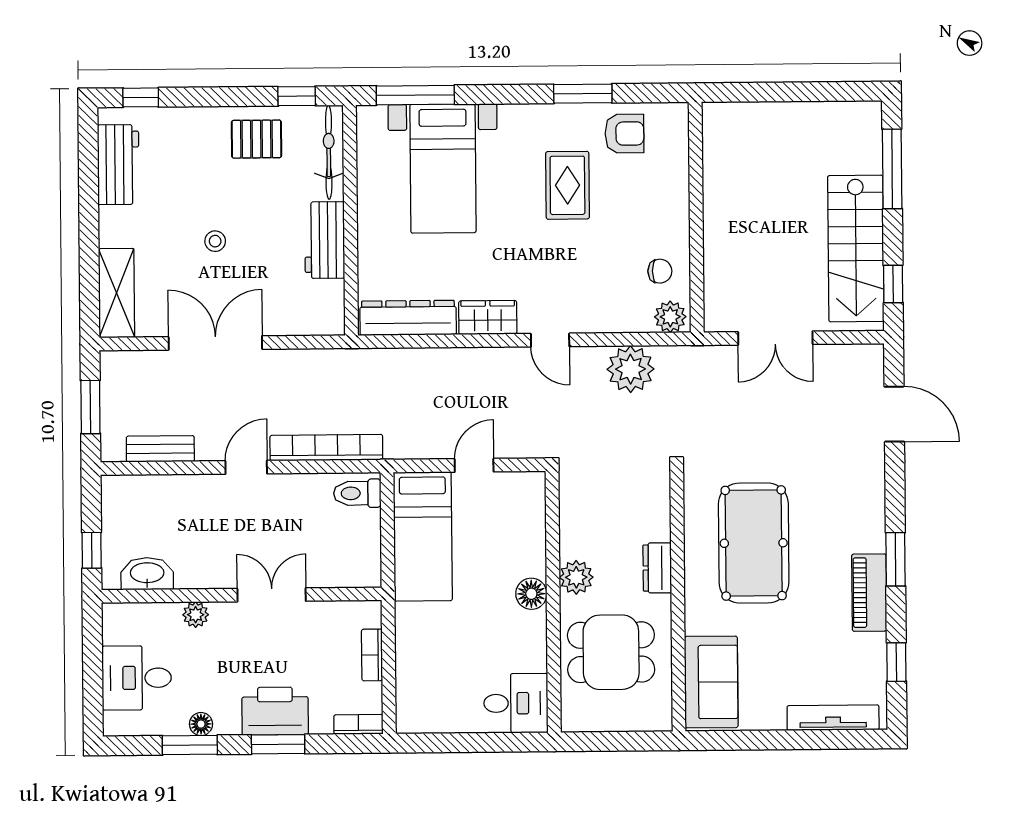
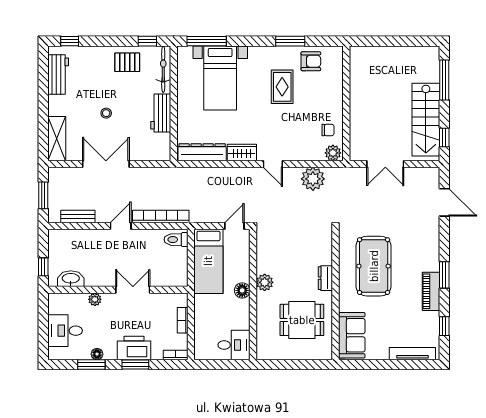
plant: (576, 577) -> (265, 282), moved
floor lamp: (531, 594) -> (242, 290), moved
wall: (553, 602) -> (253, 295), moved
desk: (516, 703) -> (234, 345), moved

